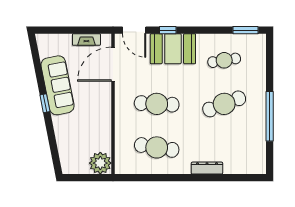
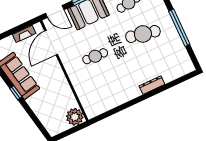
cafe table: (157, 104) -> (95, 56), width x0.73, depth x0.74
cafe table: (224, 104) -> (143, 34), turned 33
cafe table: (157, 147) -> (110, 87), removed

